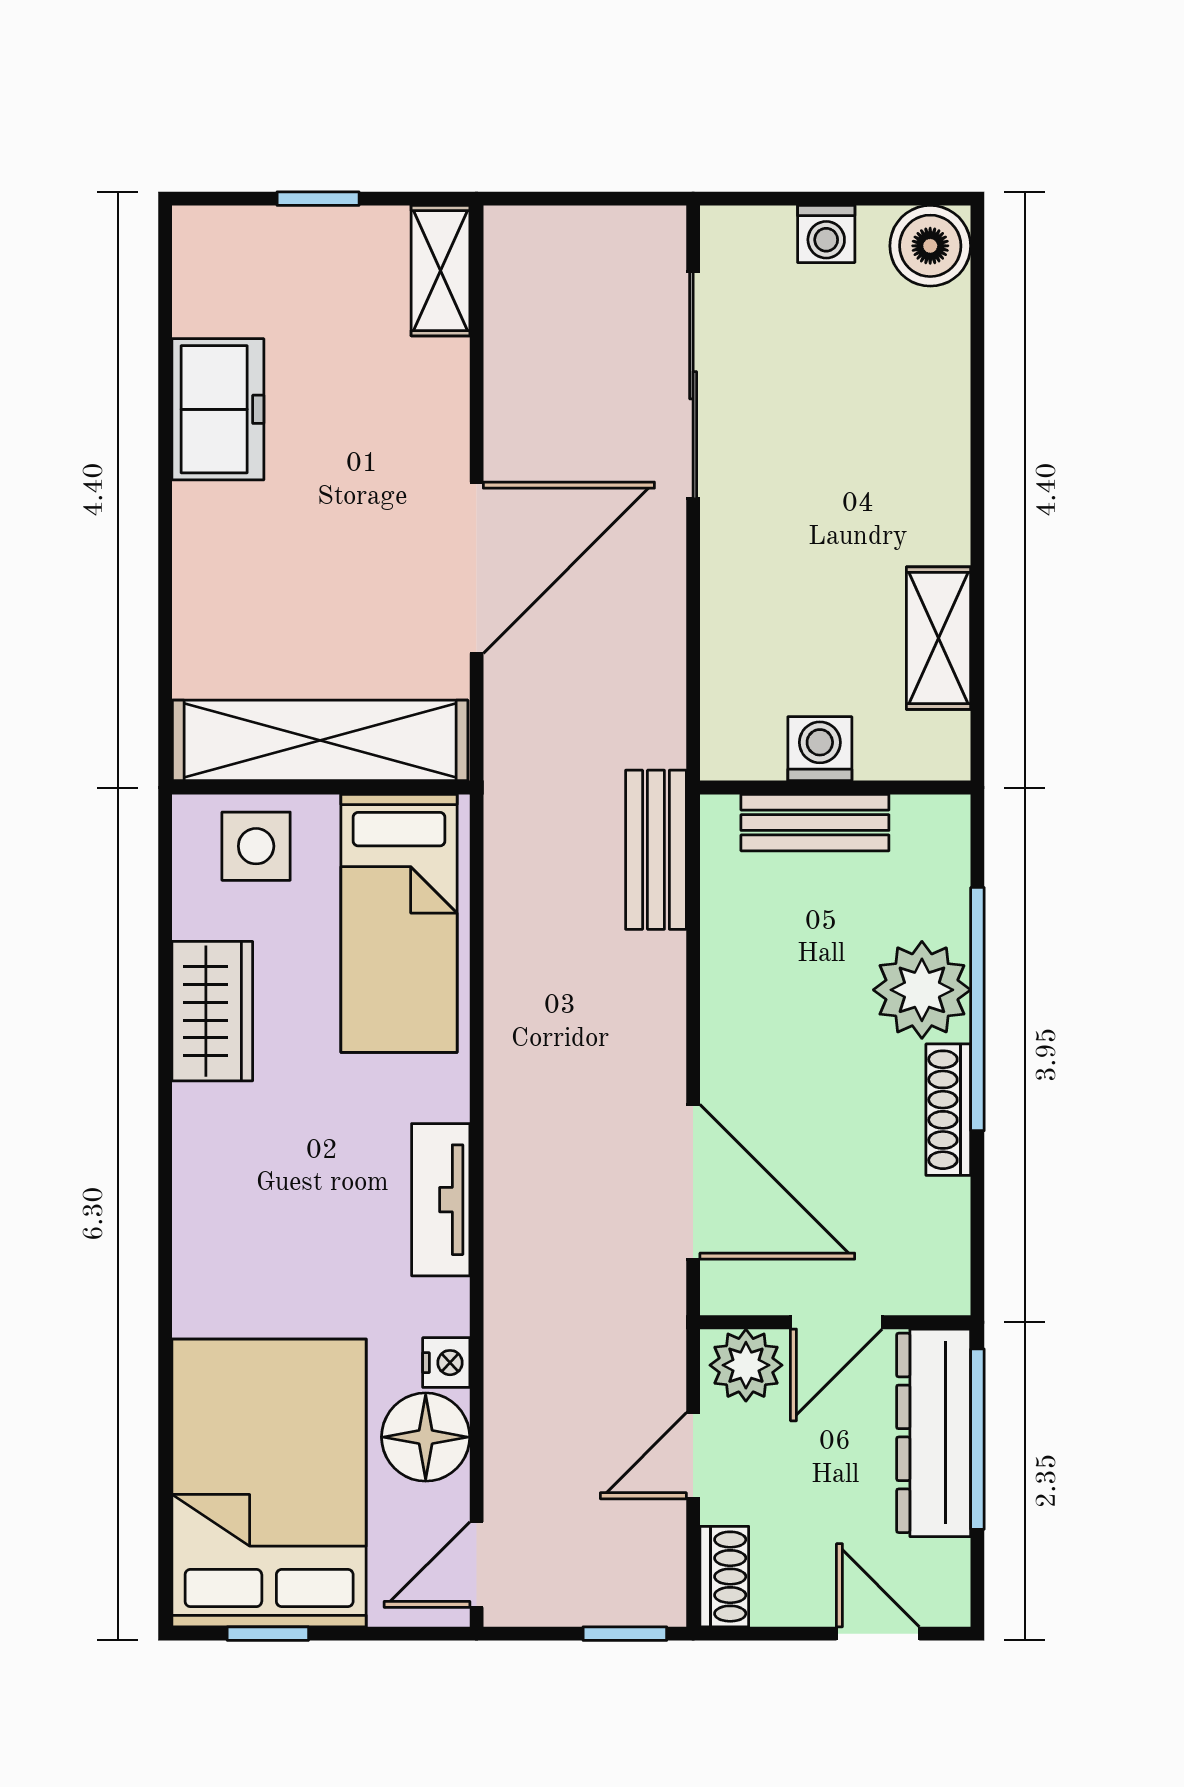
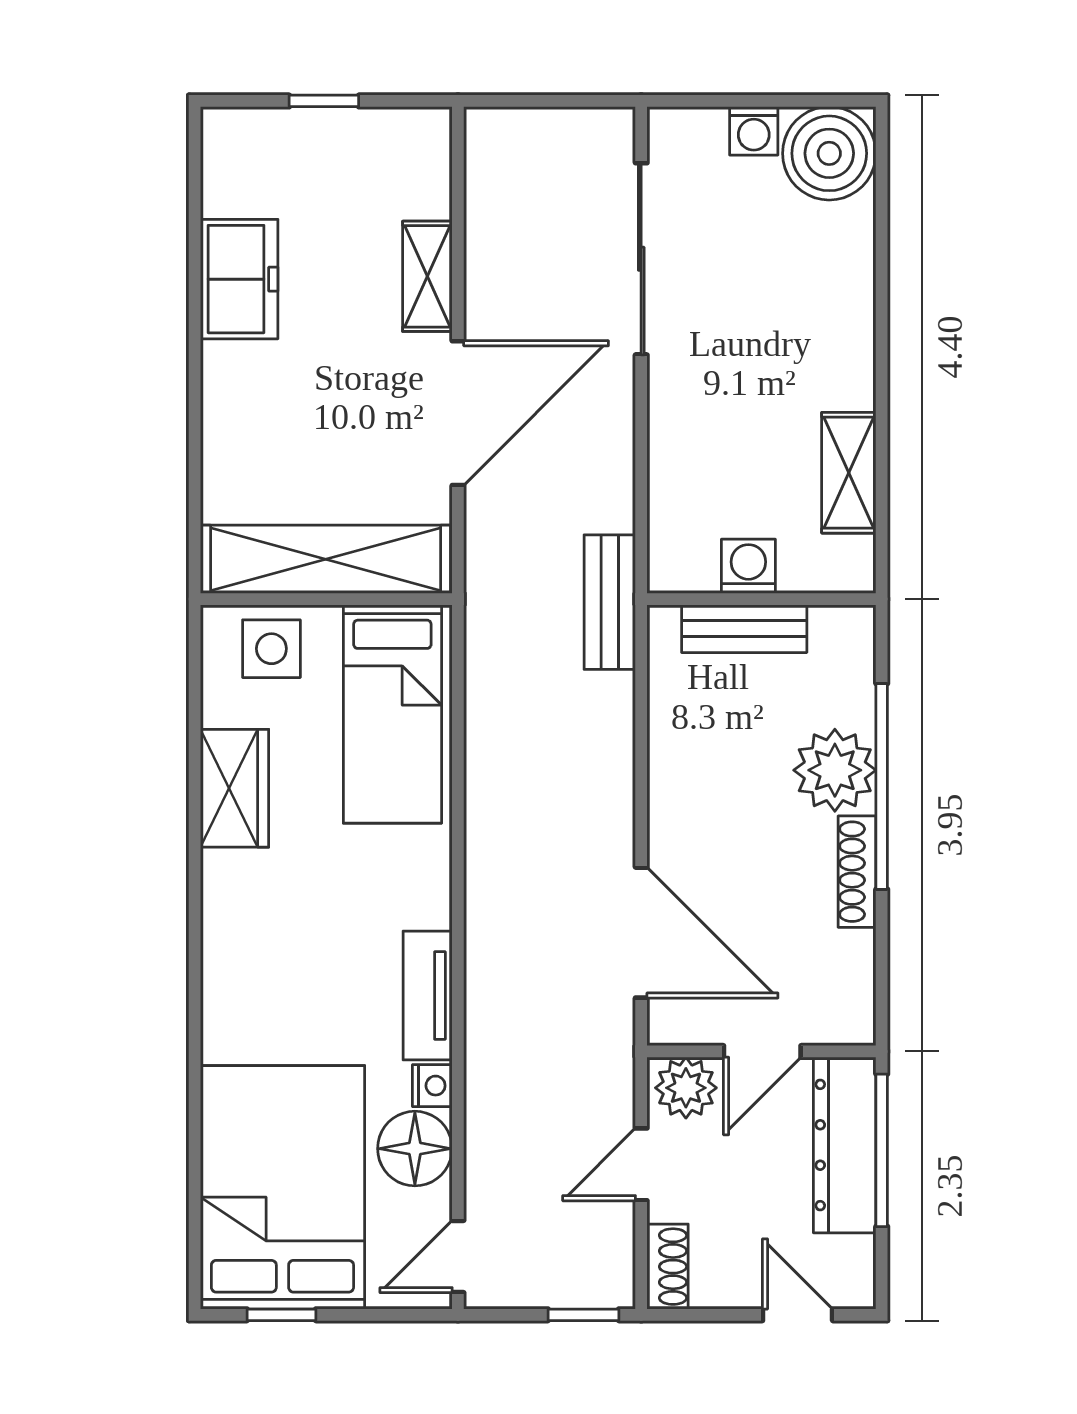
boiler: (930, 246) -> (829, 153), width x1.37, depth x1.37
shelving: (440, 271) -> (427, 276), moved
bench: (656, 850) -> (610, 602), moved
tv unit: (441, 1200) -> (428, 995), moved

